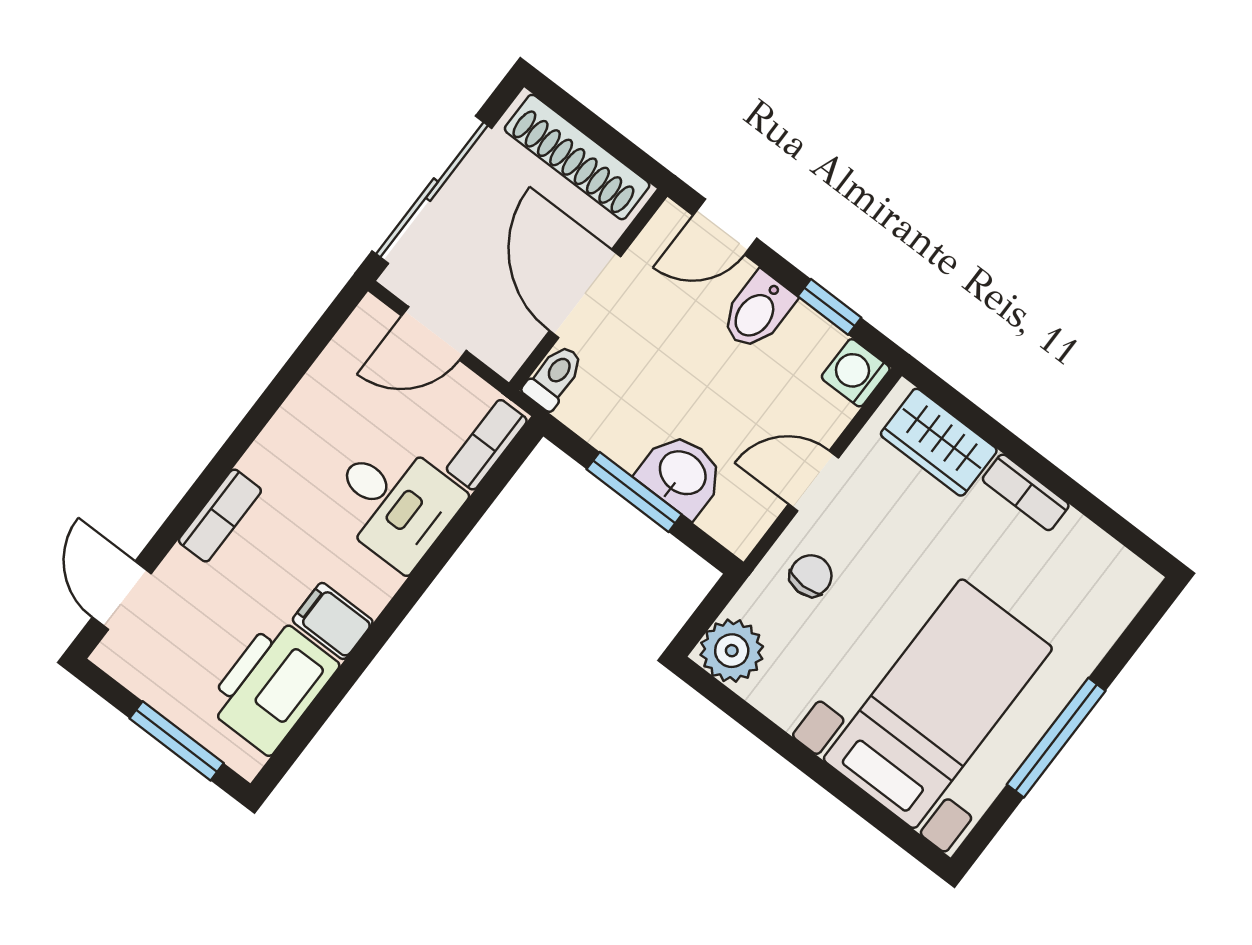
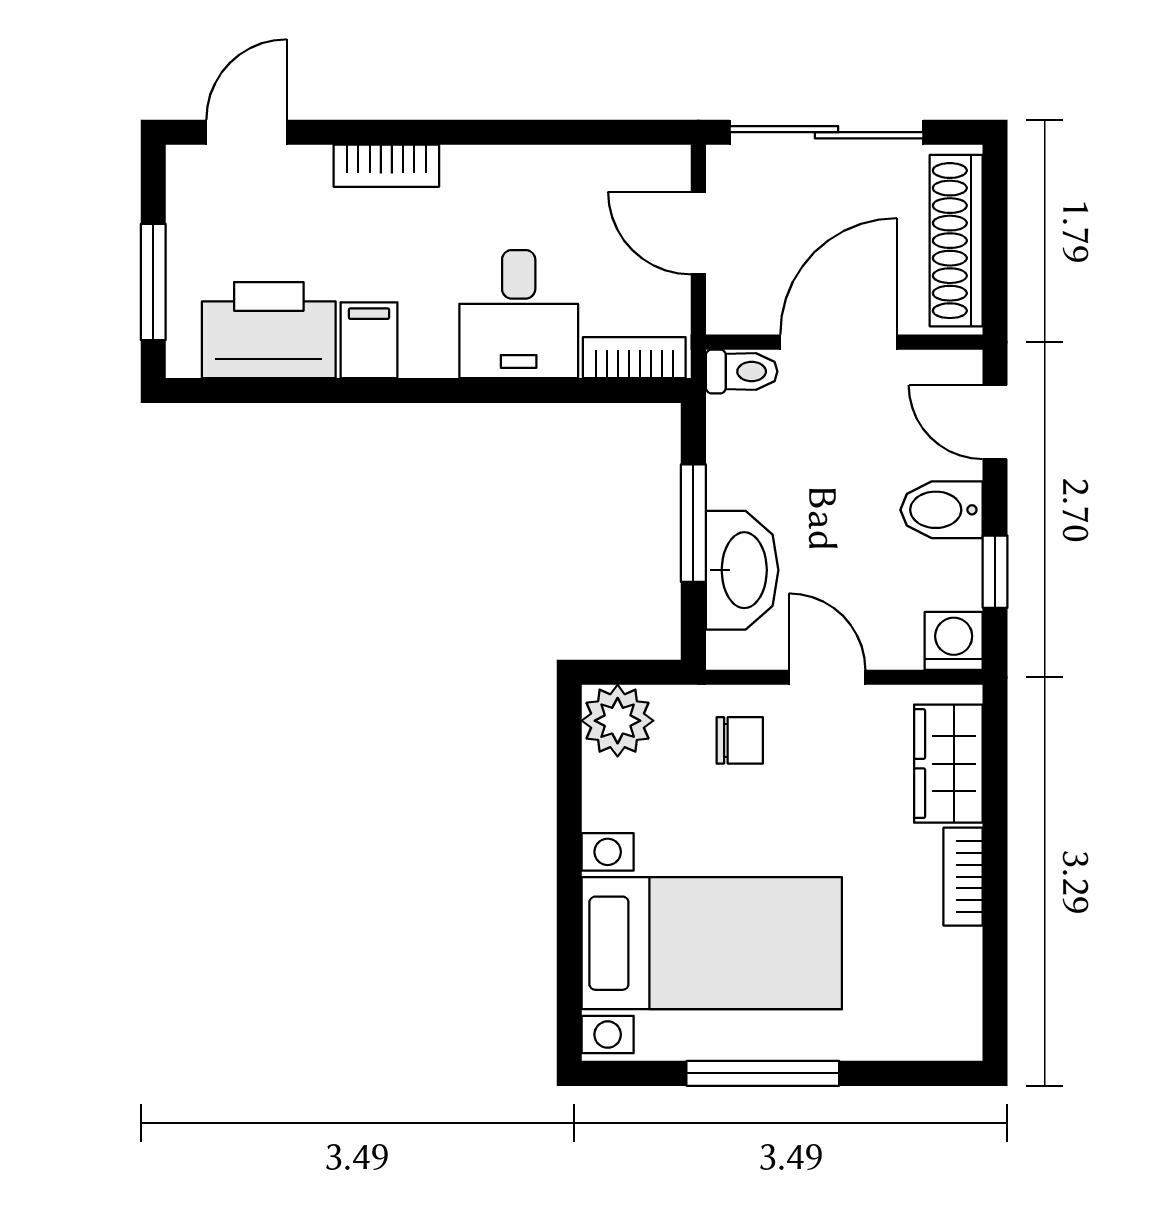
washbasin: (682, 474) -> (742, 570), width x1.38

